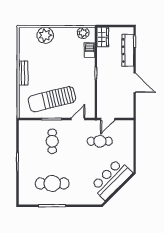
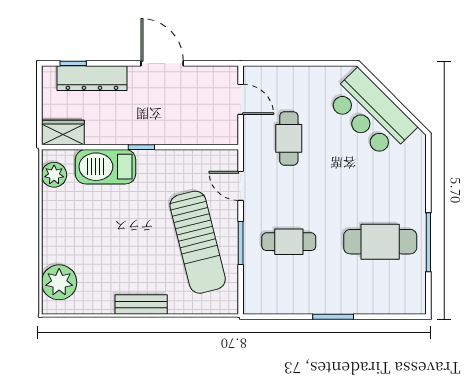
plant: (45, 35) -> (59, 282), moved
barbecue: (90, 50) -> (106, 167), width x1.88, depth x1.53
door: (135, 83) -> (162, 63), hinge flipped
door: (108, 119) -> (241, 99), moved
cafe table: (52, 183) -> (380, 242), turned 90

